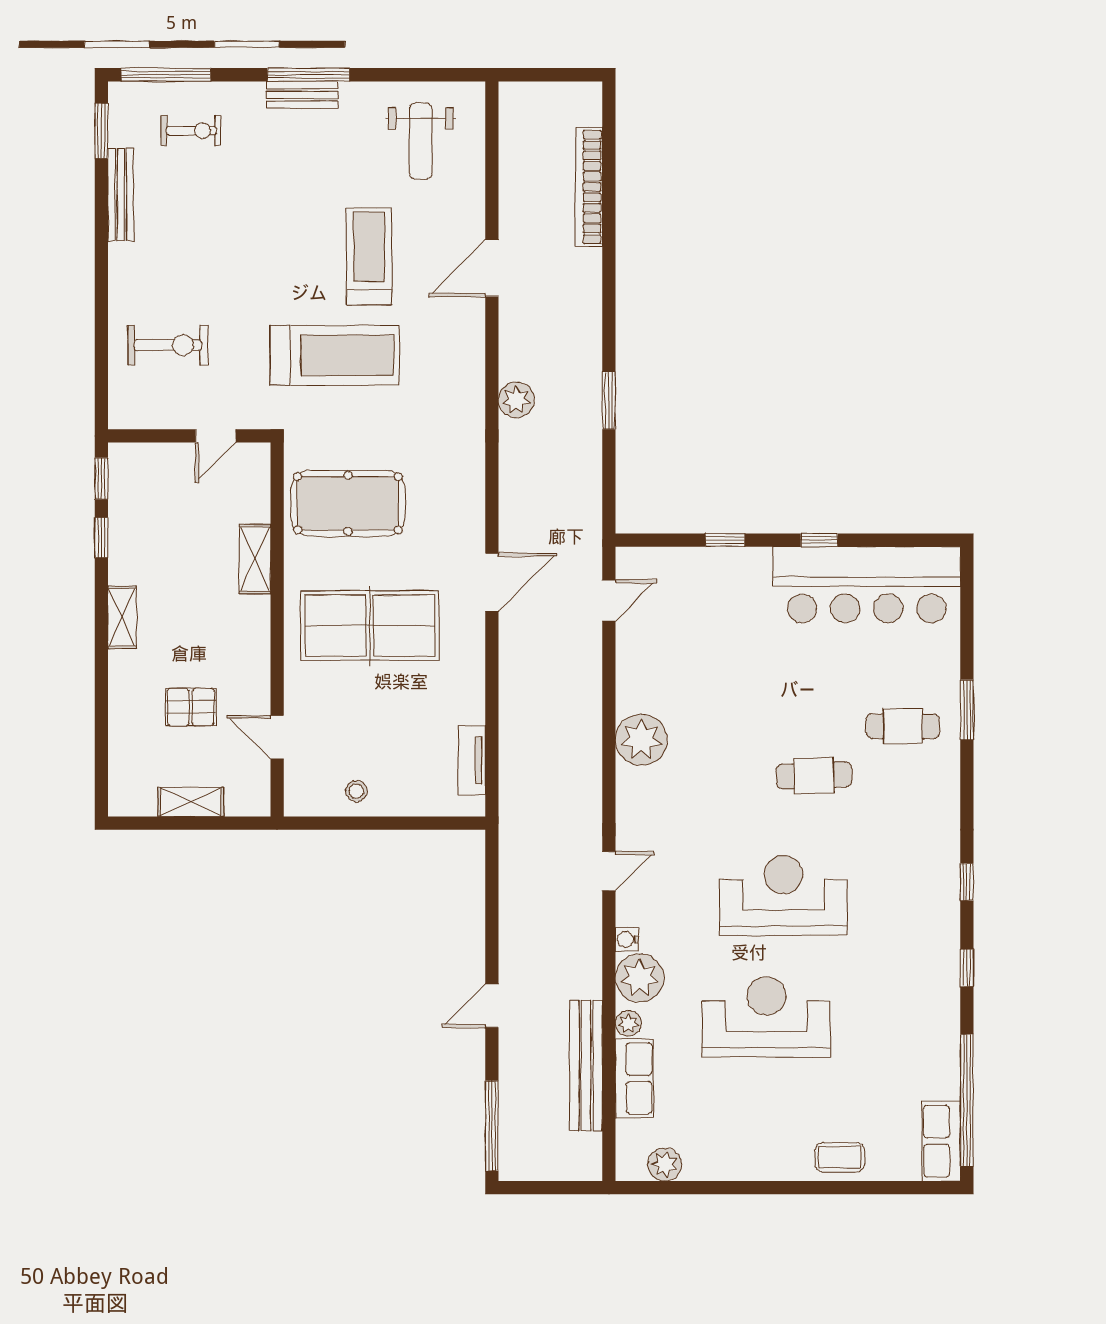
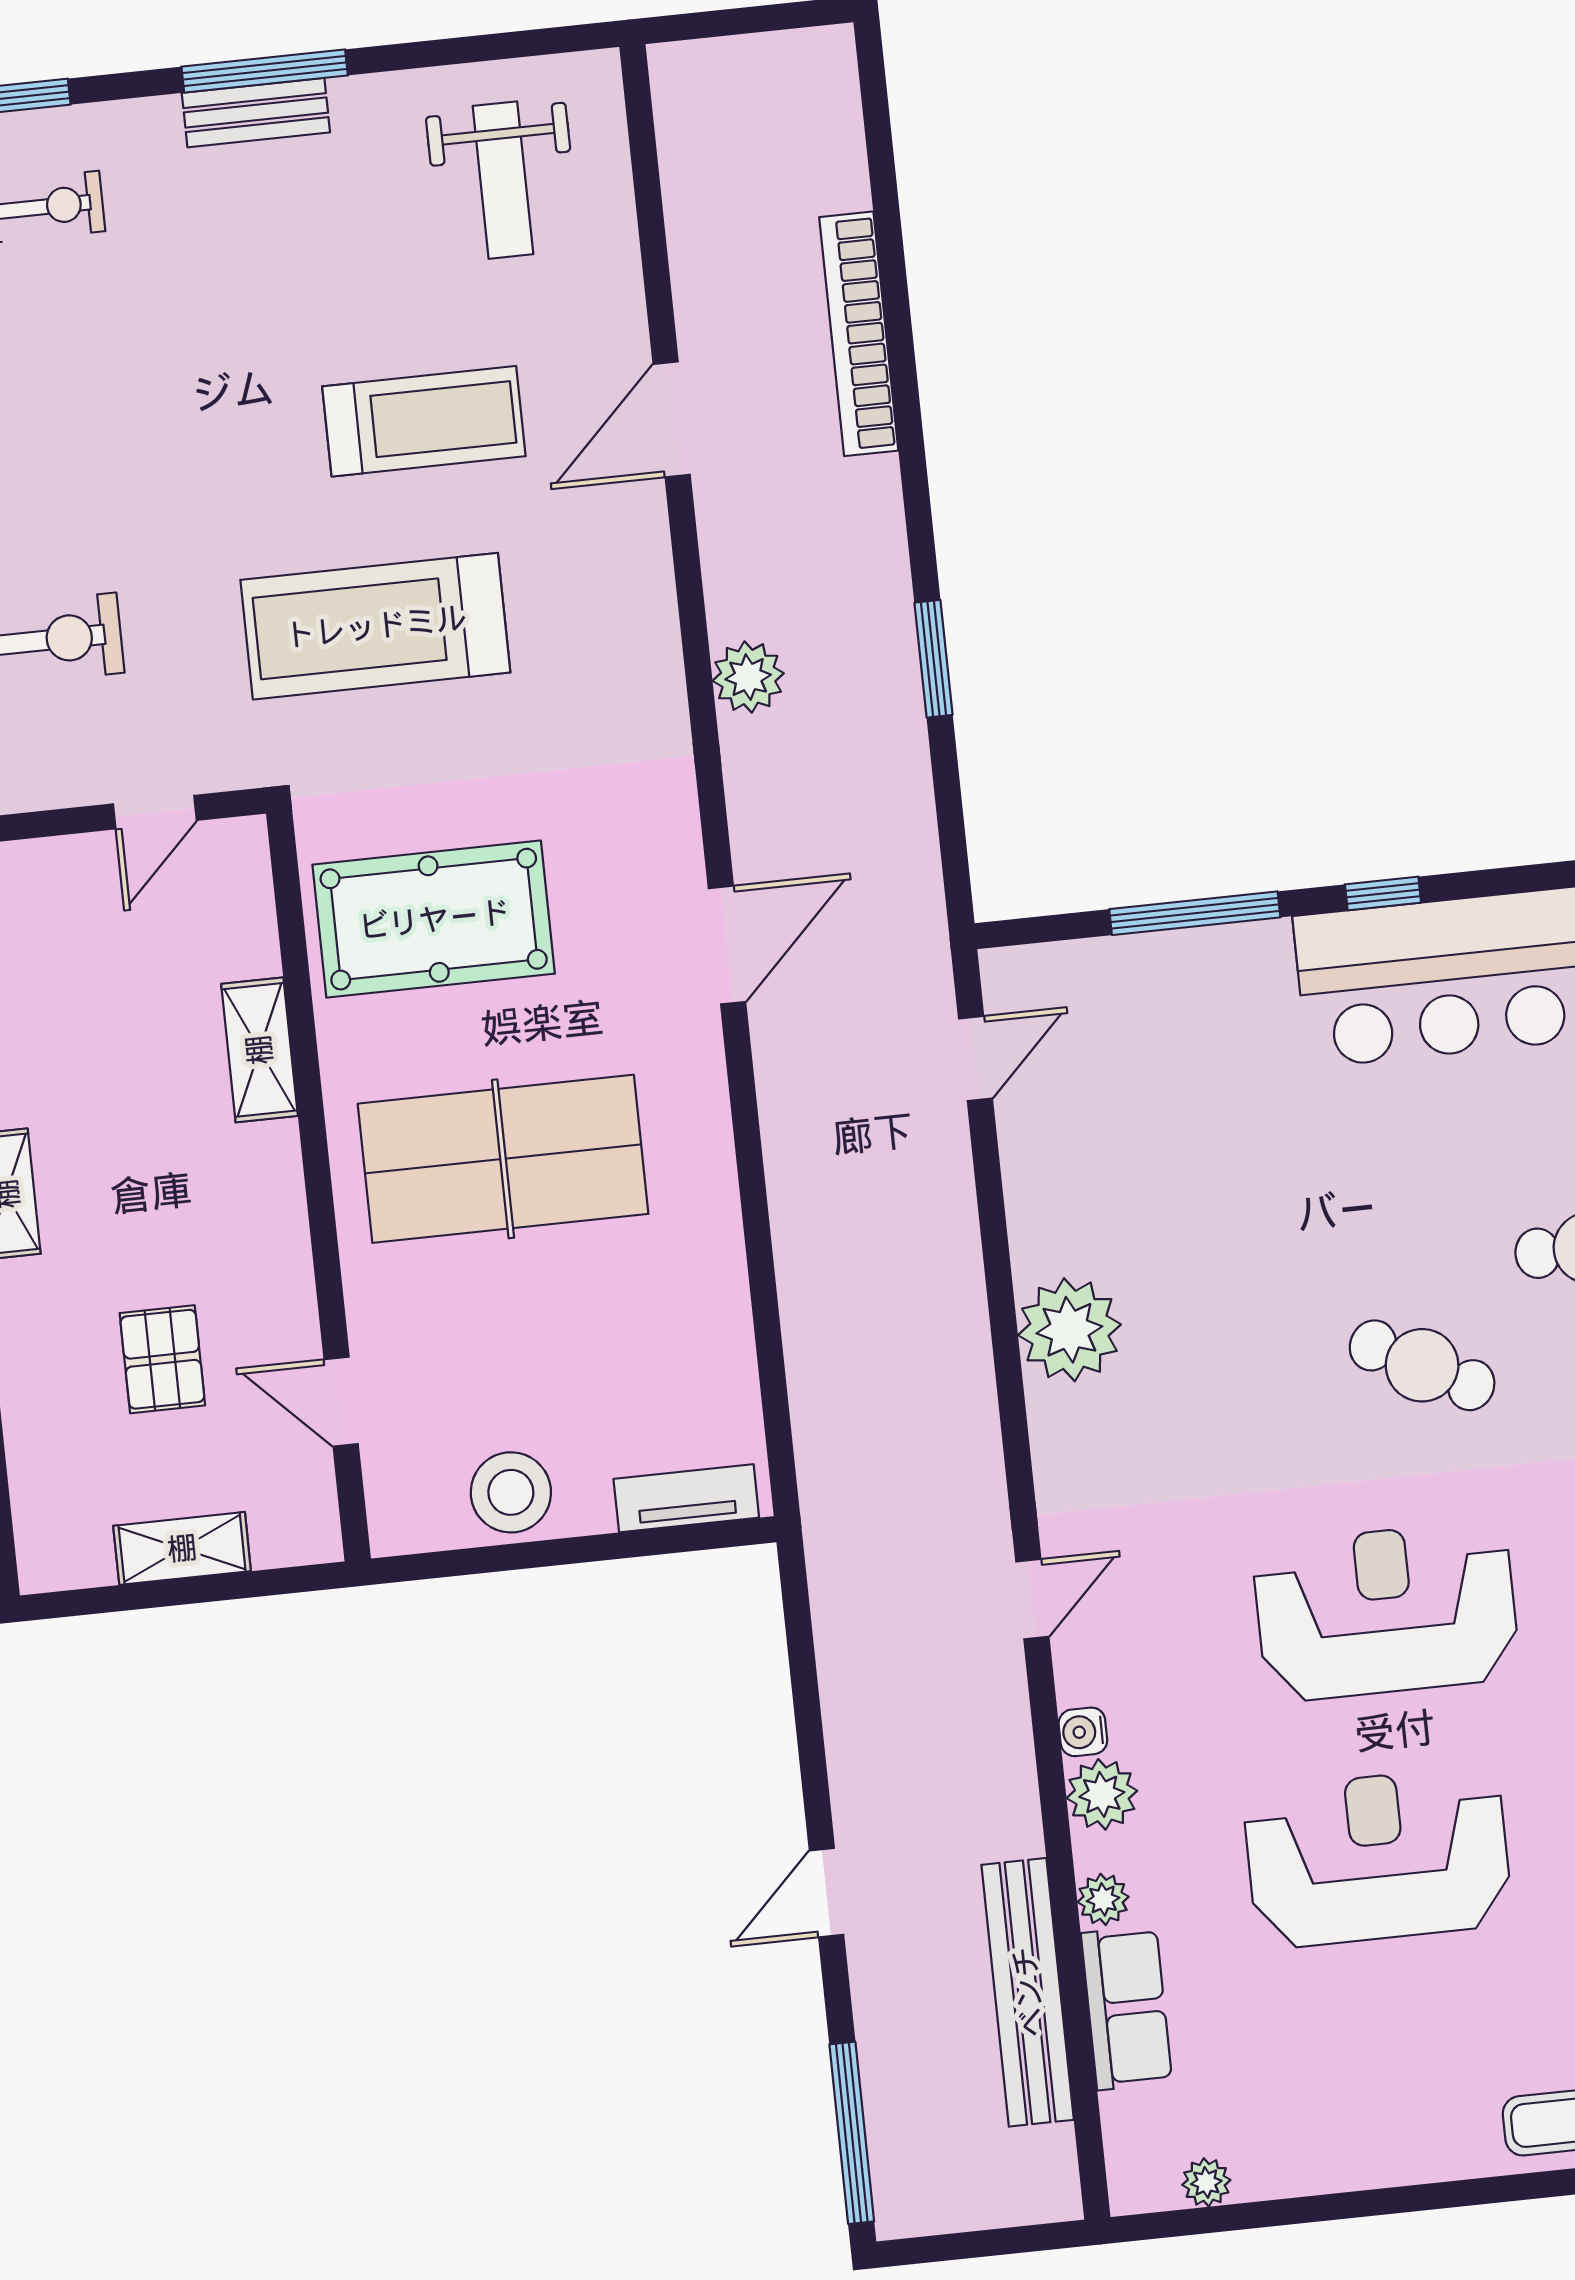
bookcase: (589, 187) -> (859, 334), moved
treadmill: (369, 256) -> (424, 421), turned 90
treadmill: (334, 355) -> (375, 626), turned 180
window: (725, 540) -> (1195, 913), width x2.17
door: (492, 582) -> (727, 945), moved
pallet: (191, 707) -> (162, 1359), turned 90
tv unit: (472, 760) -> (686, 1498), moved, turned 90
cafe table: (814, 776) -> (1422, 1365), turned 30
stool: (356, 791) -> (511, 1492), width x1.89, depth x1.89
plant: (640, 978) -> (1102, 1794), width x0.73, depth x0.73
plant: (665, 1164) -> (1206, 2182), width x0.73, depth x0.73

